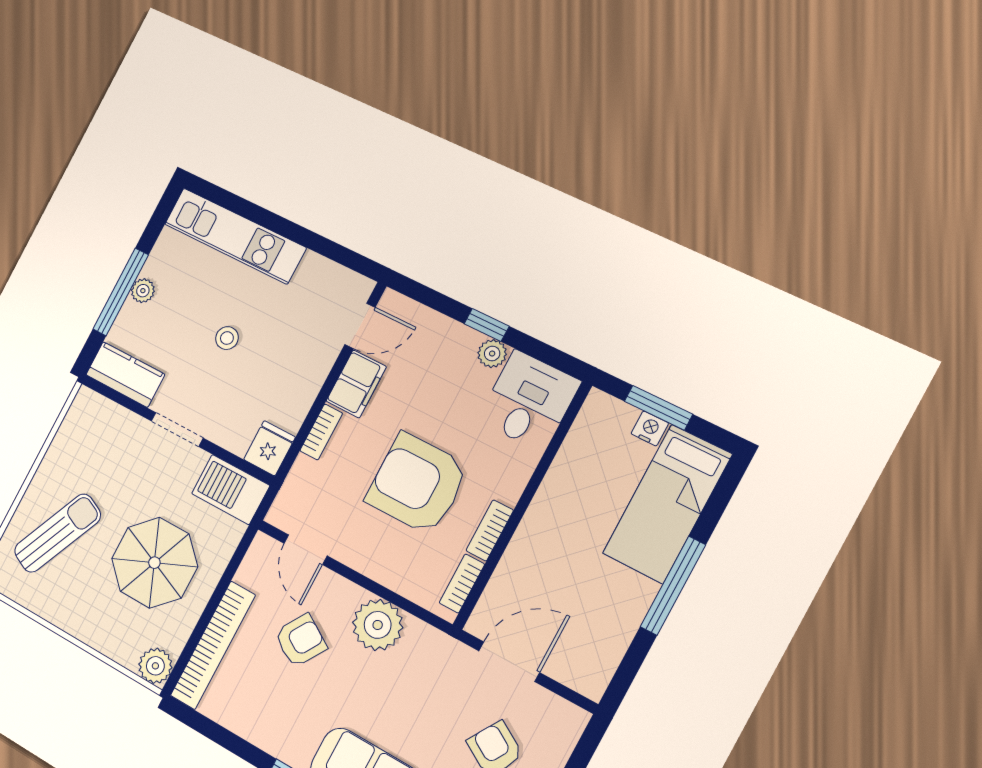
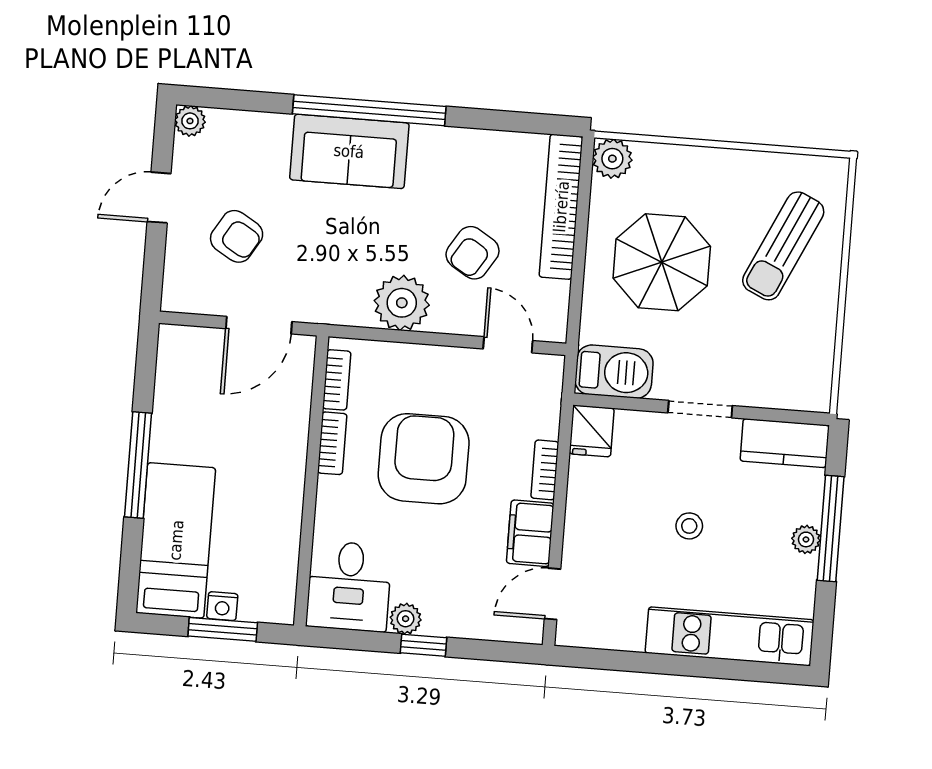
armchair: (417, 484) -> (424, 459), turned -90

